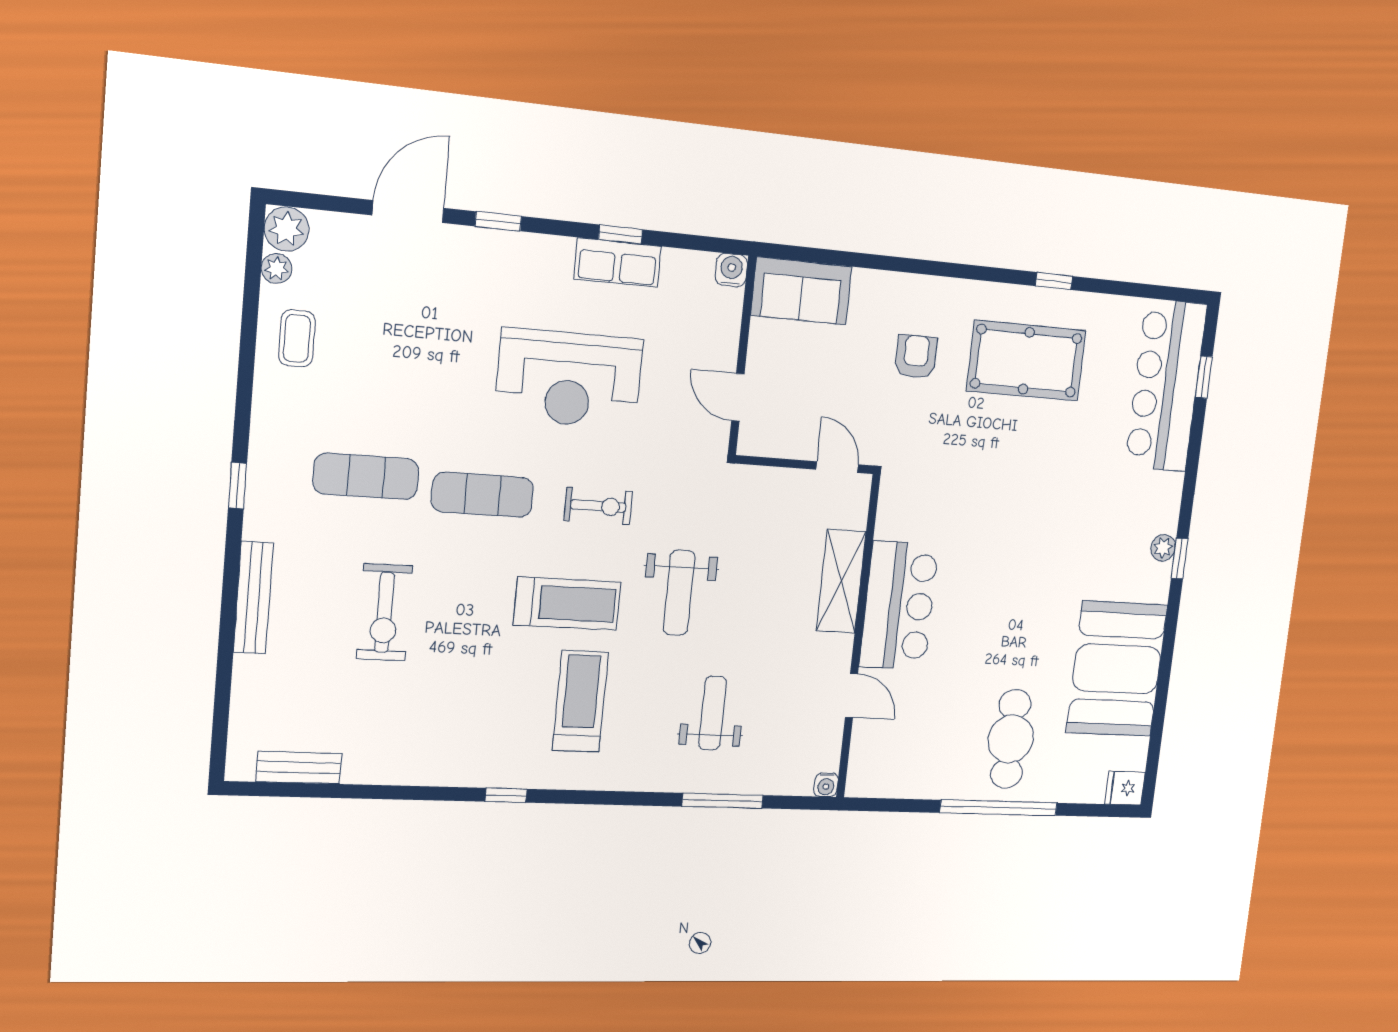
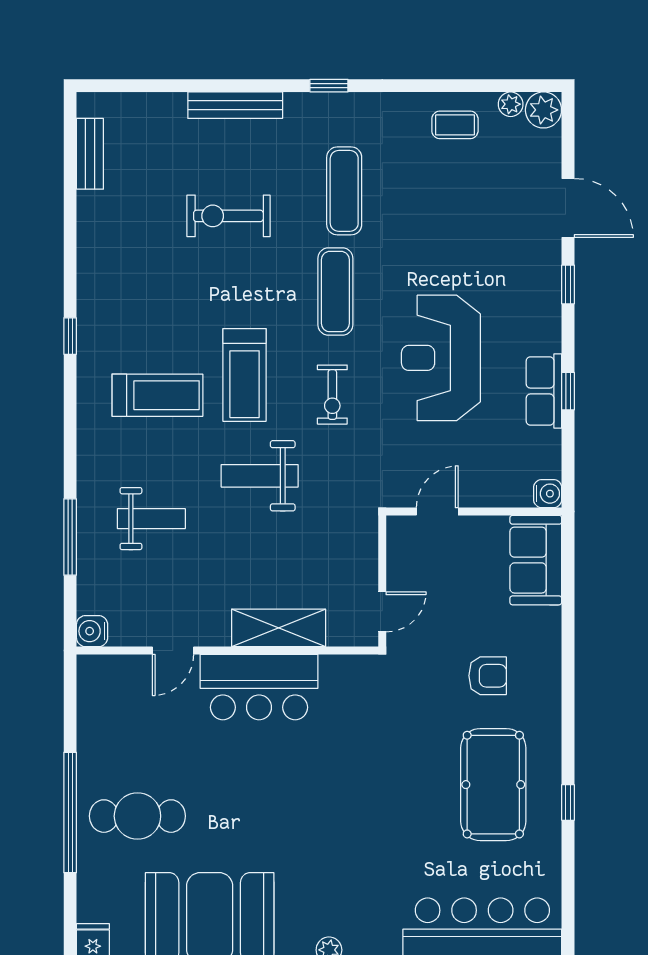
water cooler: (826, 785) -> (92, 631), width x1.38, depth x1.38

